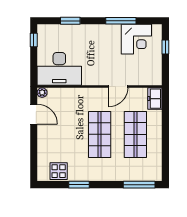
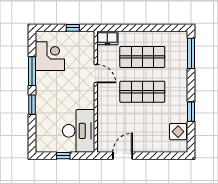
window: (70, 21) -> (32, 105), moved
window: (34, 40) -> (63, 156), moved
window: (165, 47) -> (73, 28), moved
plant: (42, 93) -> (102, 148), removed

